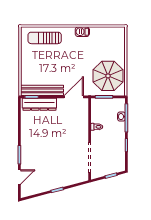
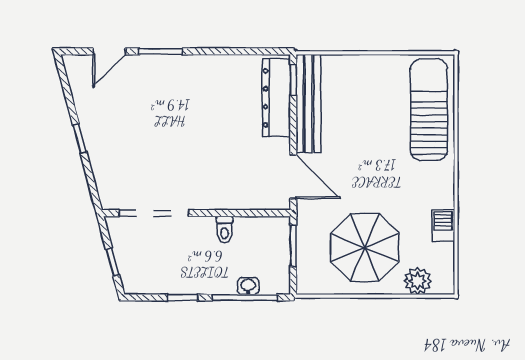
barbecue: (82, 32) -> (443, 225), moved
sun lounger: (45, 38) -> (429, 110), width x1.36, depth x1.34
plant: (119, 43) -> (418, 281), added
parasol: (108, 76) -> (365, 248), moved
door: (19, 177) -> (109, 51), hinge flipped

